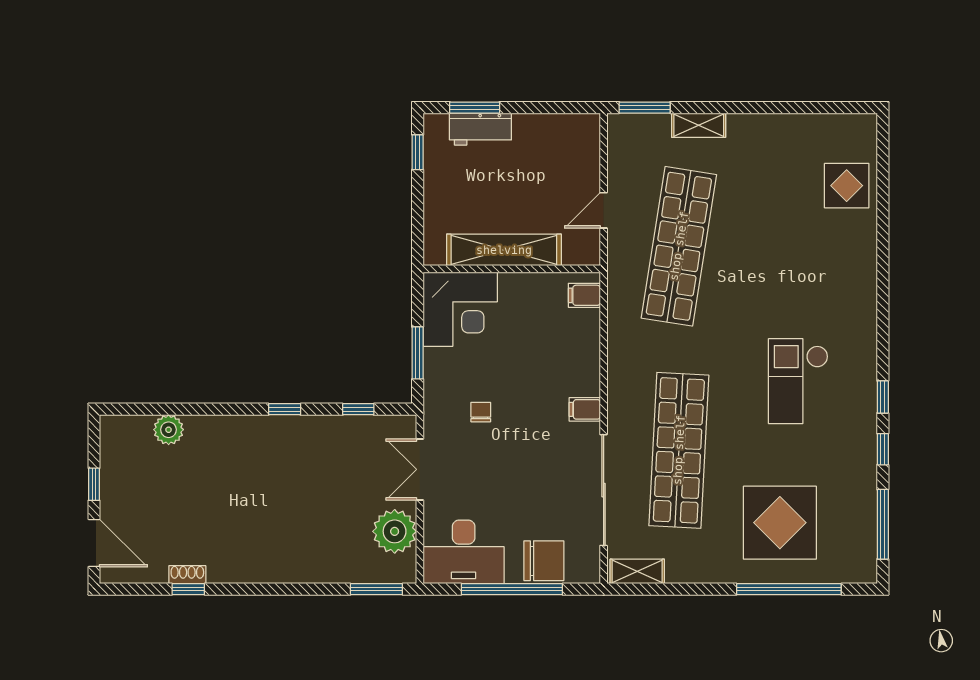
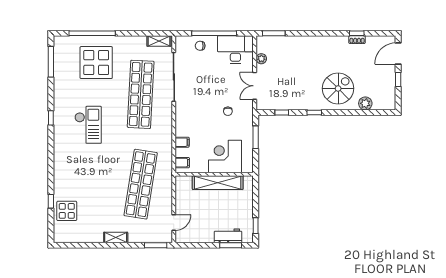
shelving: (699, 125) -> (116, 238), moved
door: (604, 210) -> (174, 223), moved
corner desk: (460, 309) -> (225, 156), moved
filing cabinet: (585, 409) -> (182, 142), moved
window: (883, 449) -> (51, 201), moved
spiral stairs: (231, 464) -> (338, 88), added
double door: (420, 469) -> (255, 86), swing flipped
plant: (395, 531) -> (261, 59), width x0.53, depth x0.53
door: (94, 543) -> (398, 54), hinge flipped
chair: (544, 561) -> (200, 46), width x0.54, depth x0.54

